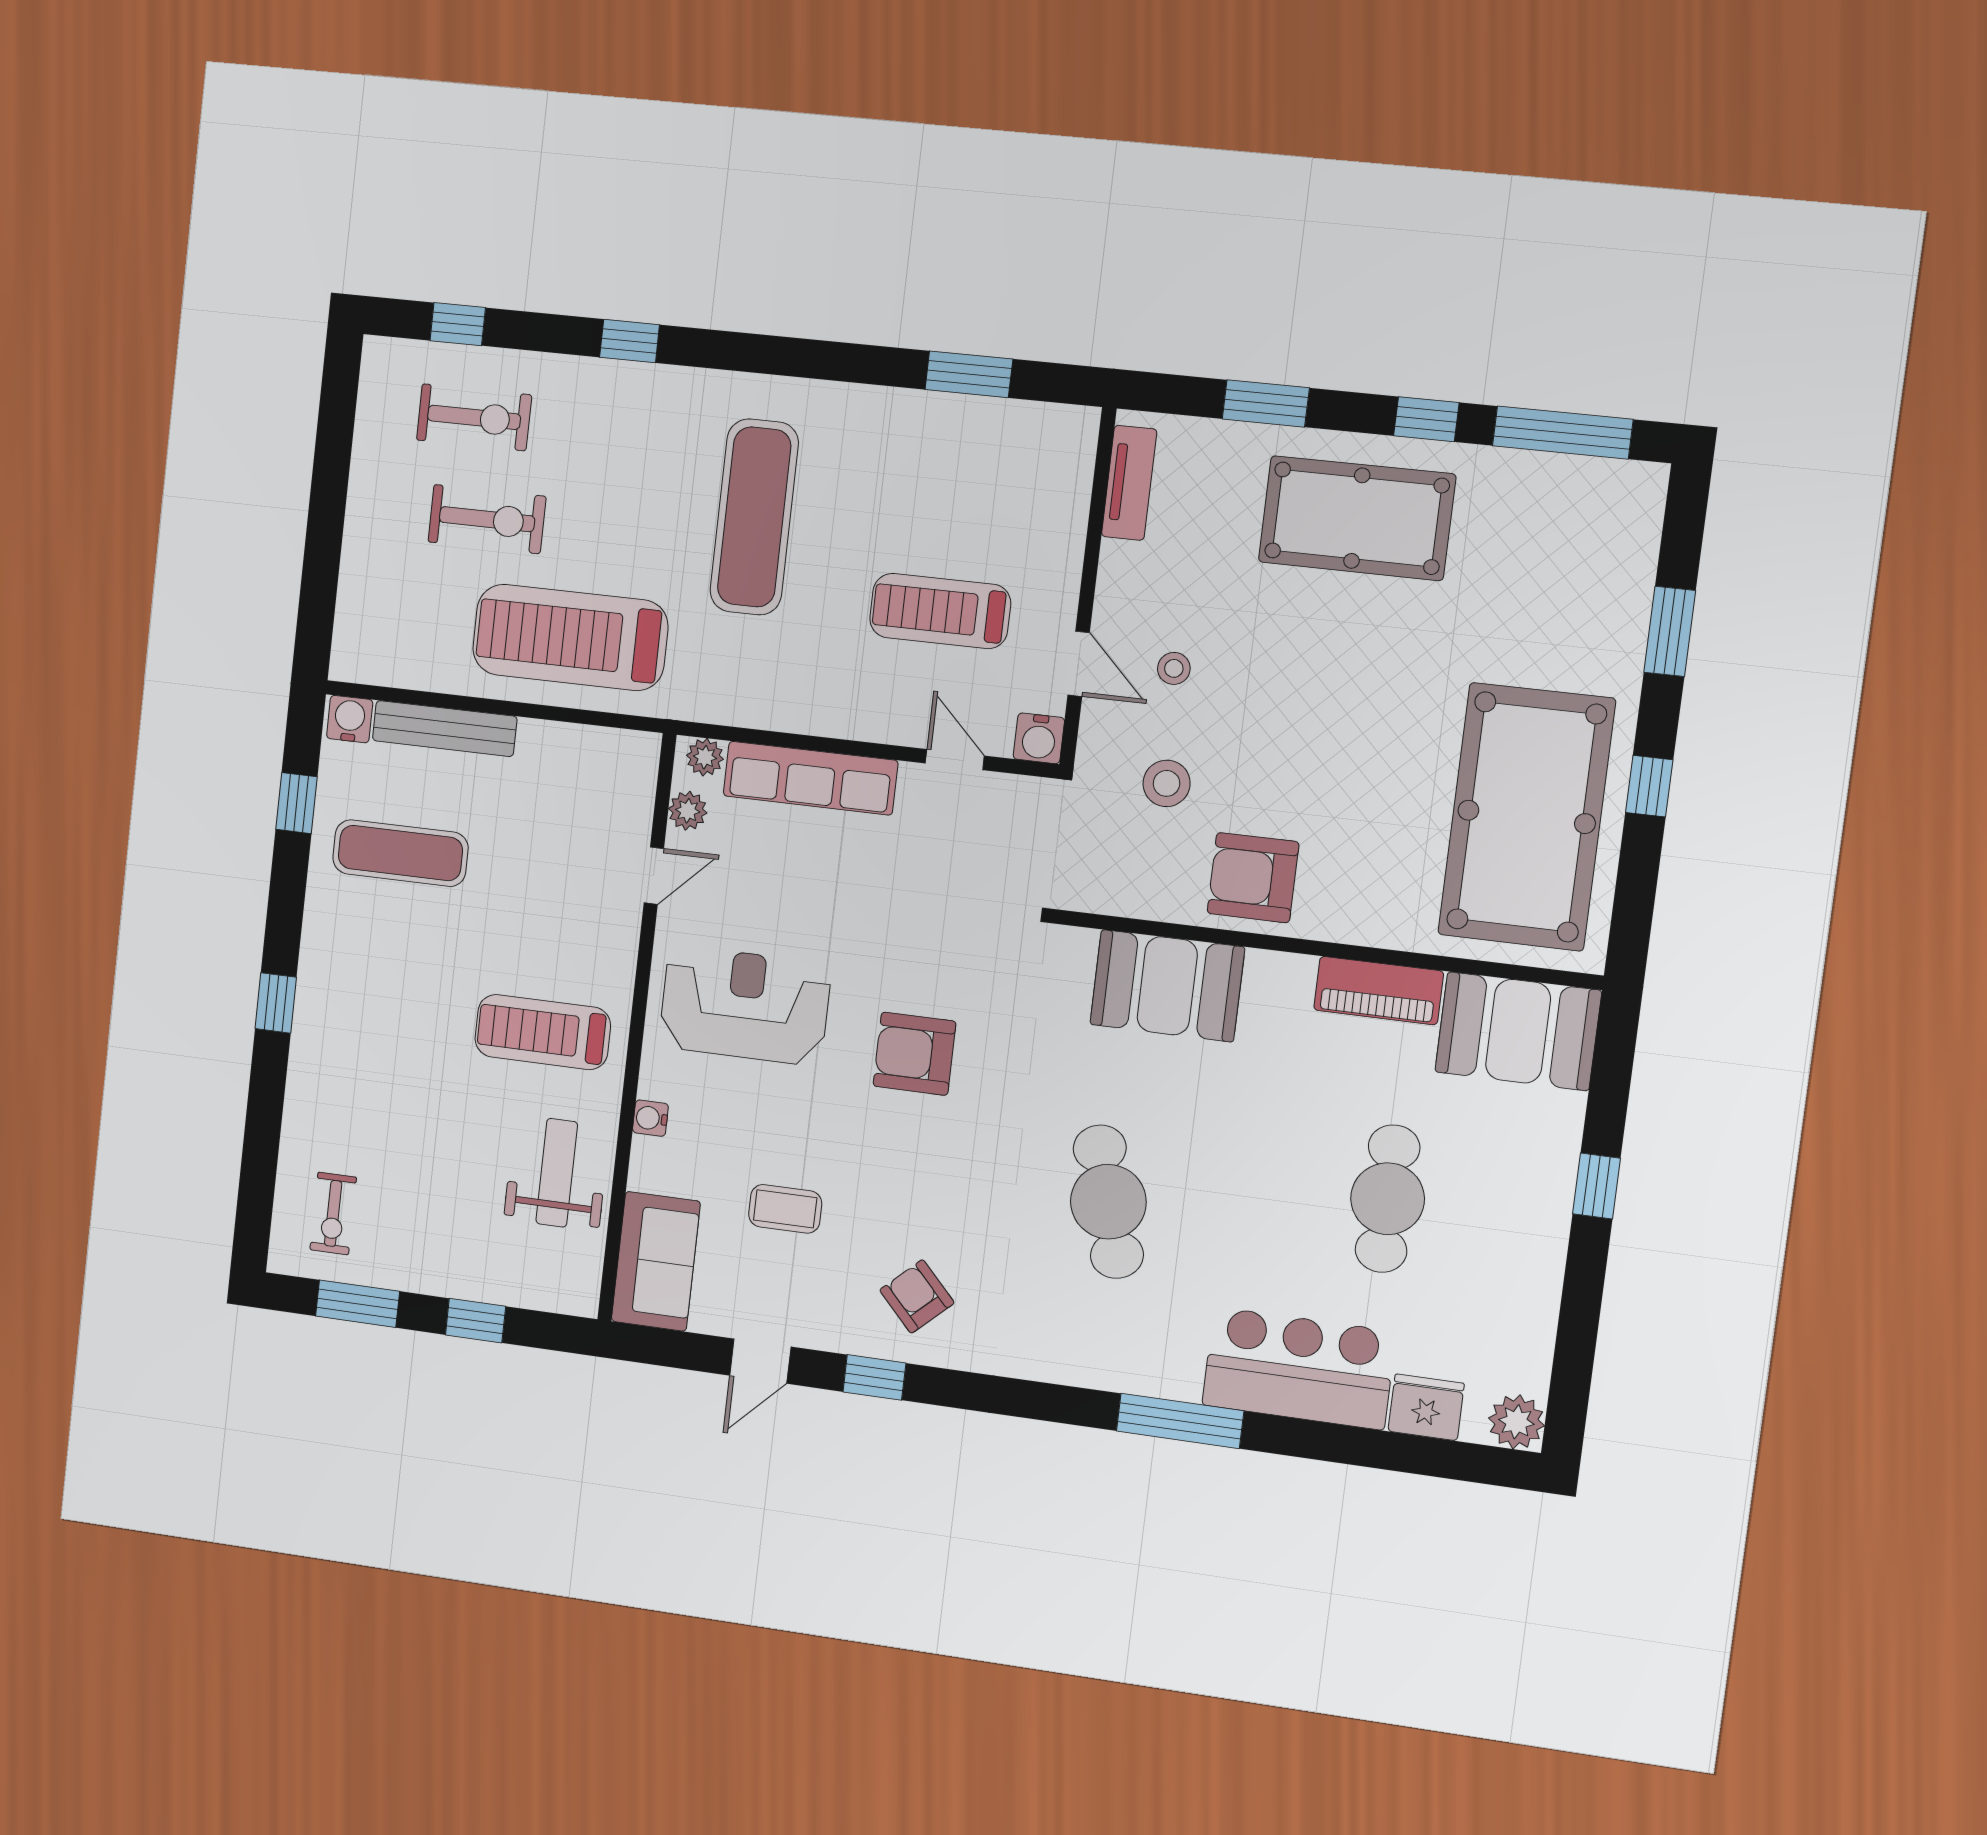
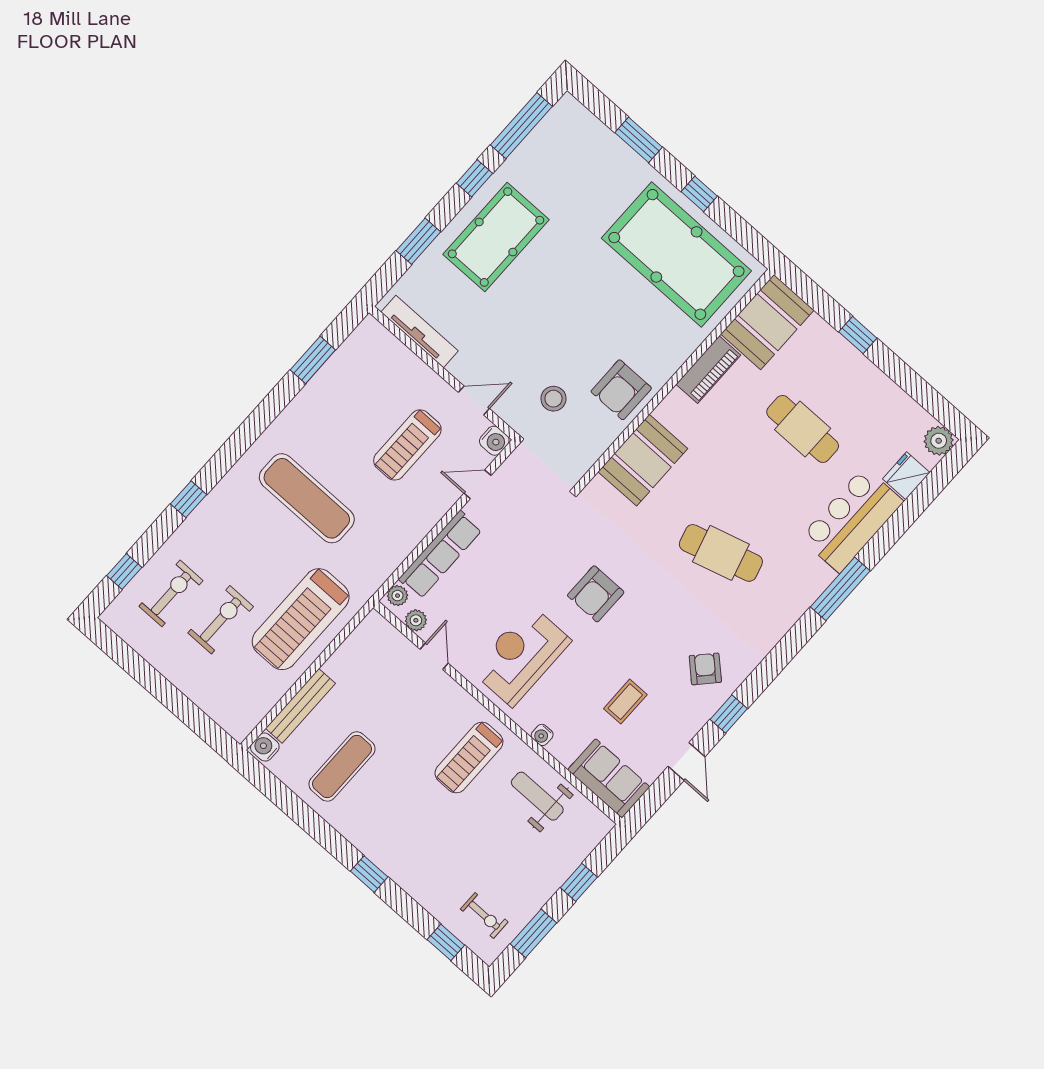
tv unit: (1129, 483) -> (420, 332), width x1.41
stool: (1174, 668) -> (505, 360), removed
window: (296, 803) -> (446, 942), moved
armchair: (917, 1296) -> (705, 669), turned 86

